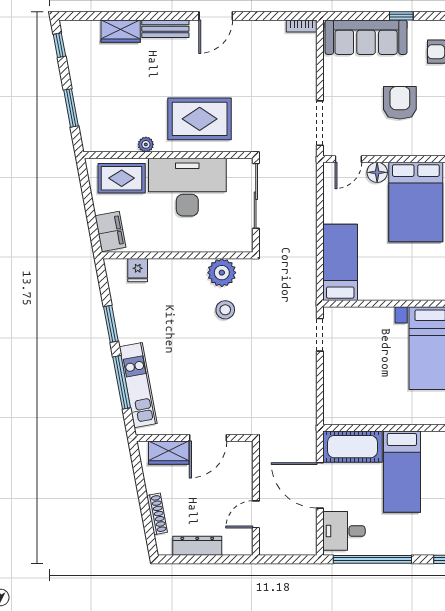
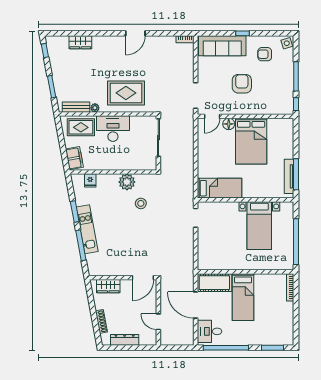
bench: (165, 29) -> (76, 107), moved
desk: (187, 187) -> (113, 129), width x0.73, depth x0.77
bed: (340, 262) -> (219, 188), moved, turned 90
plant: (222, 273) -> (127, 182), moved
kitchen unit: (138, 385) -> (87, 229), moved
door: (208, 438) -> (143, 278), moved
door: (256, 514) -> (158, 322), hinge flipped

